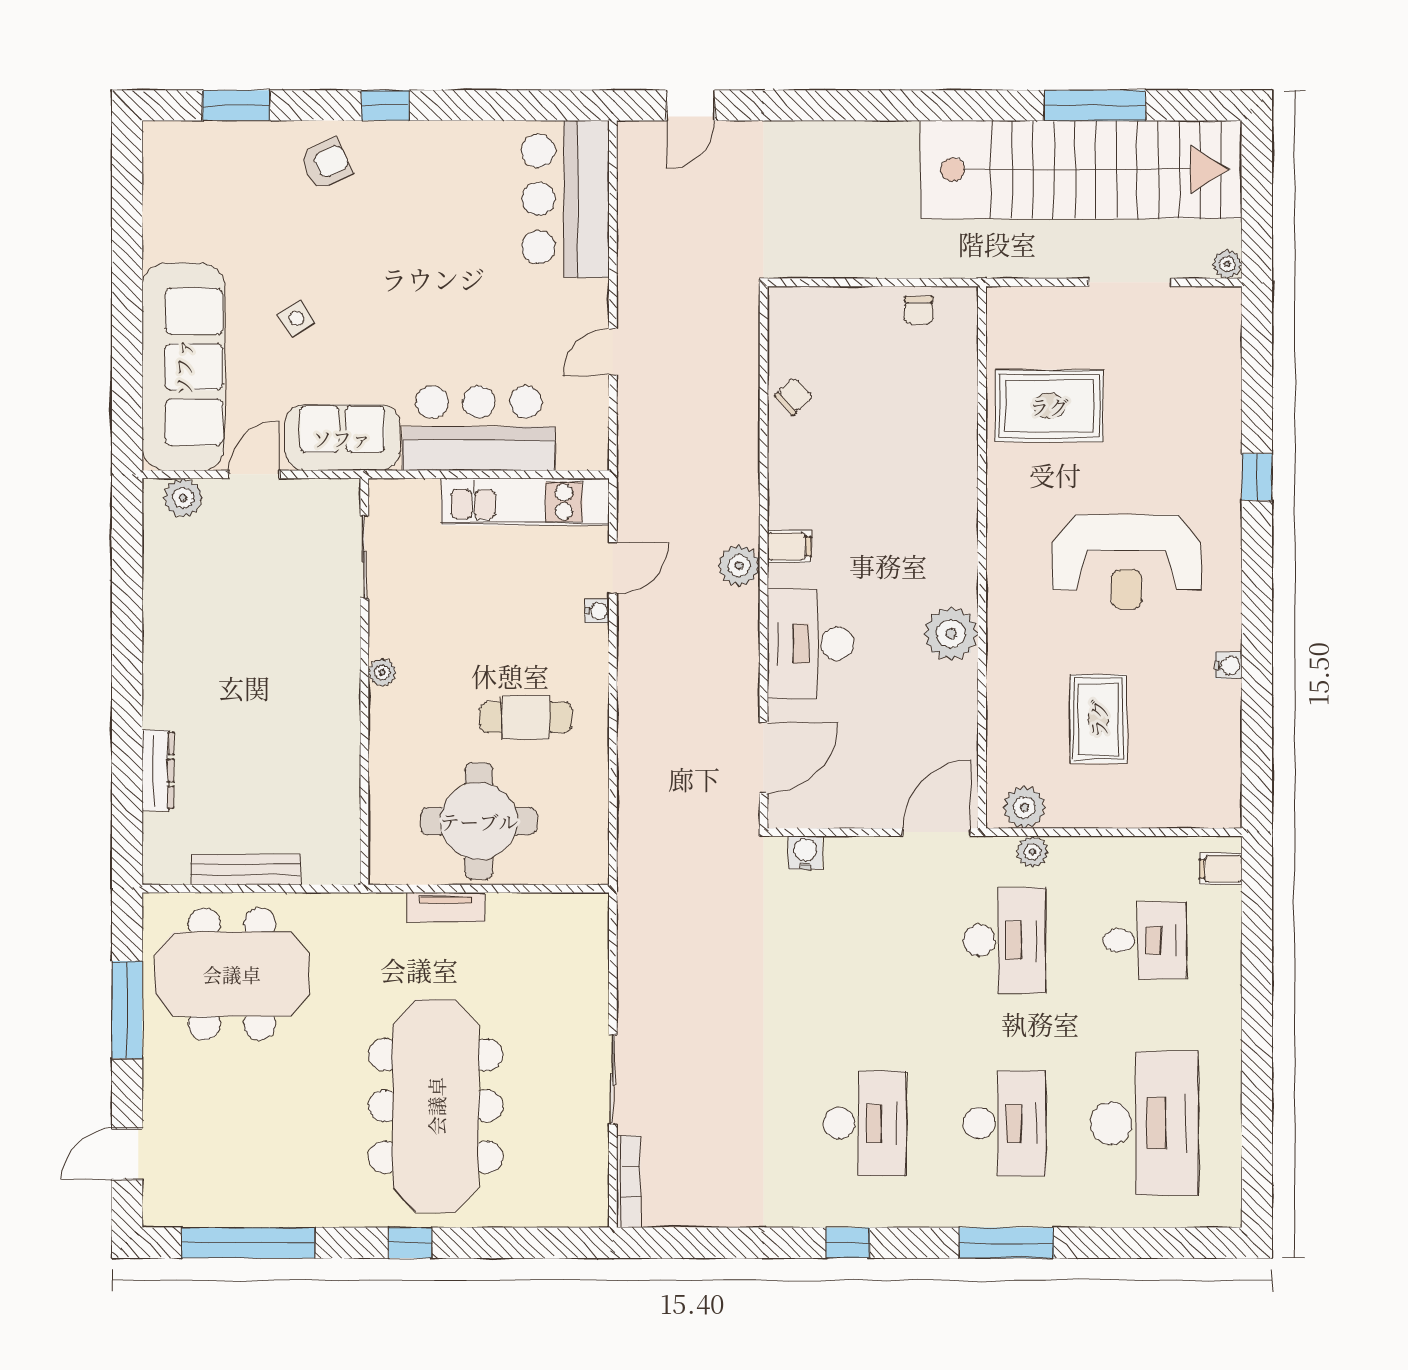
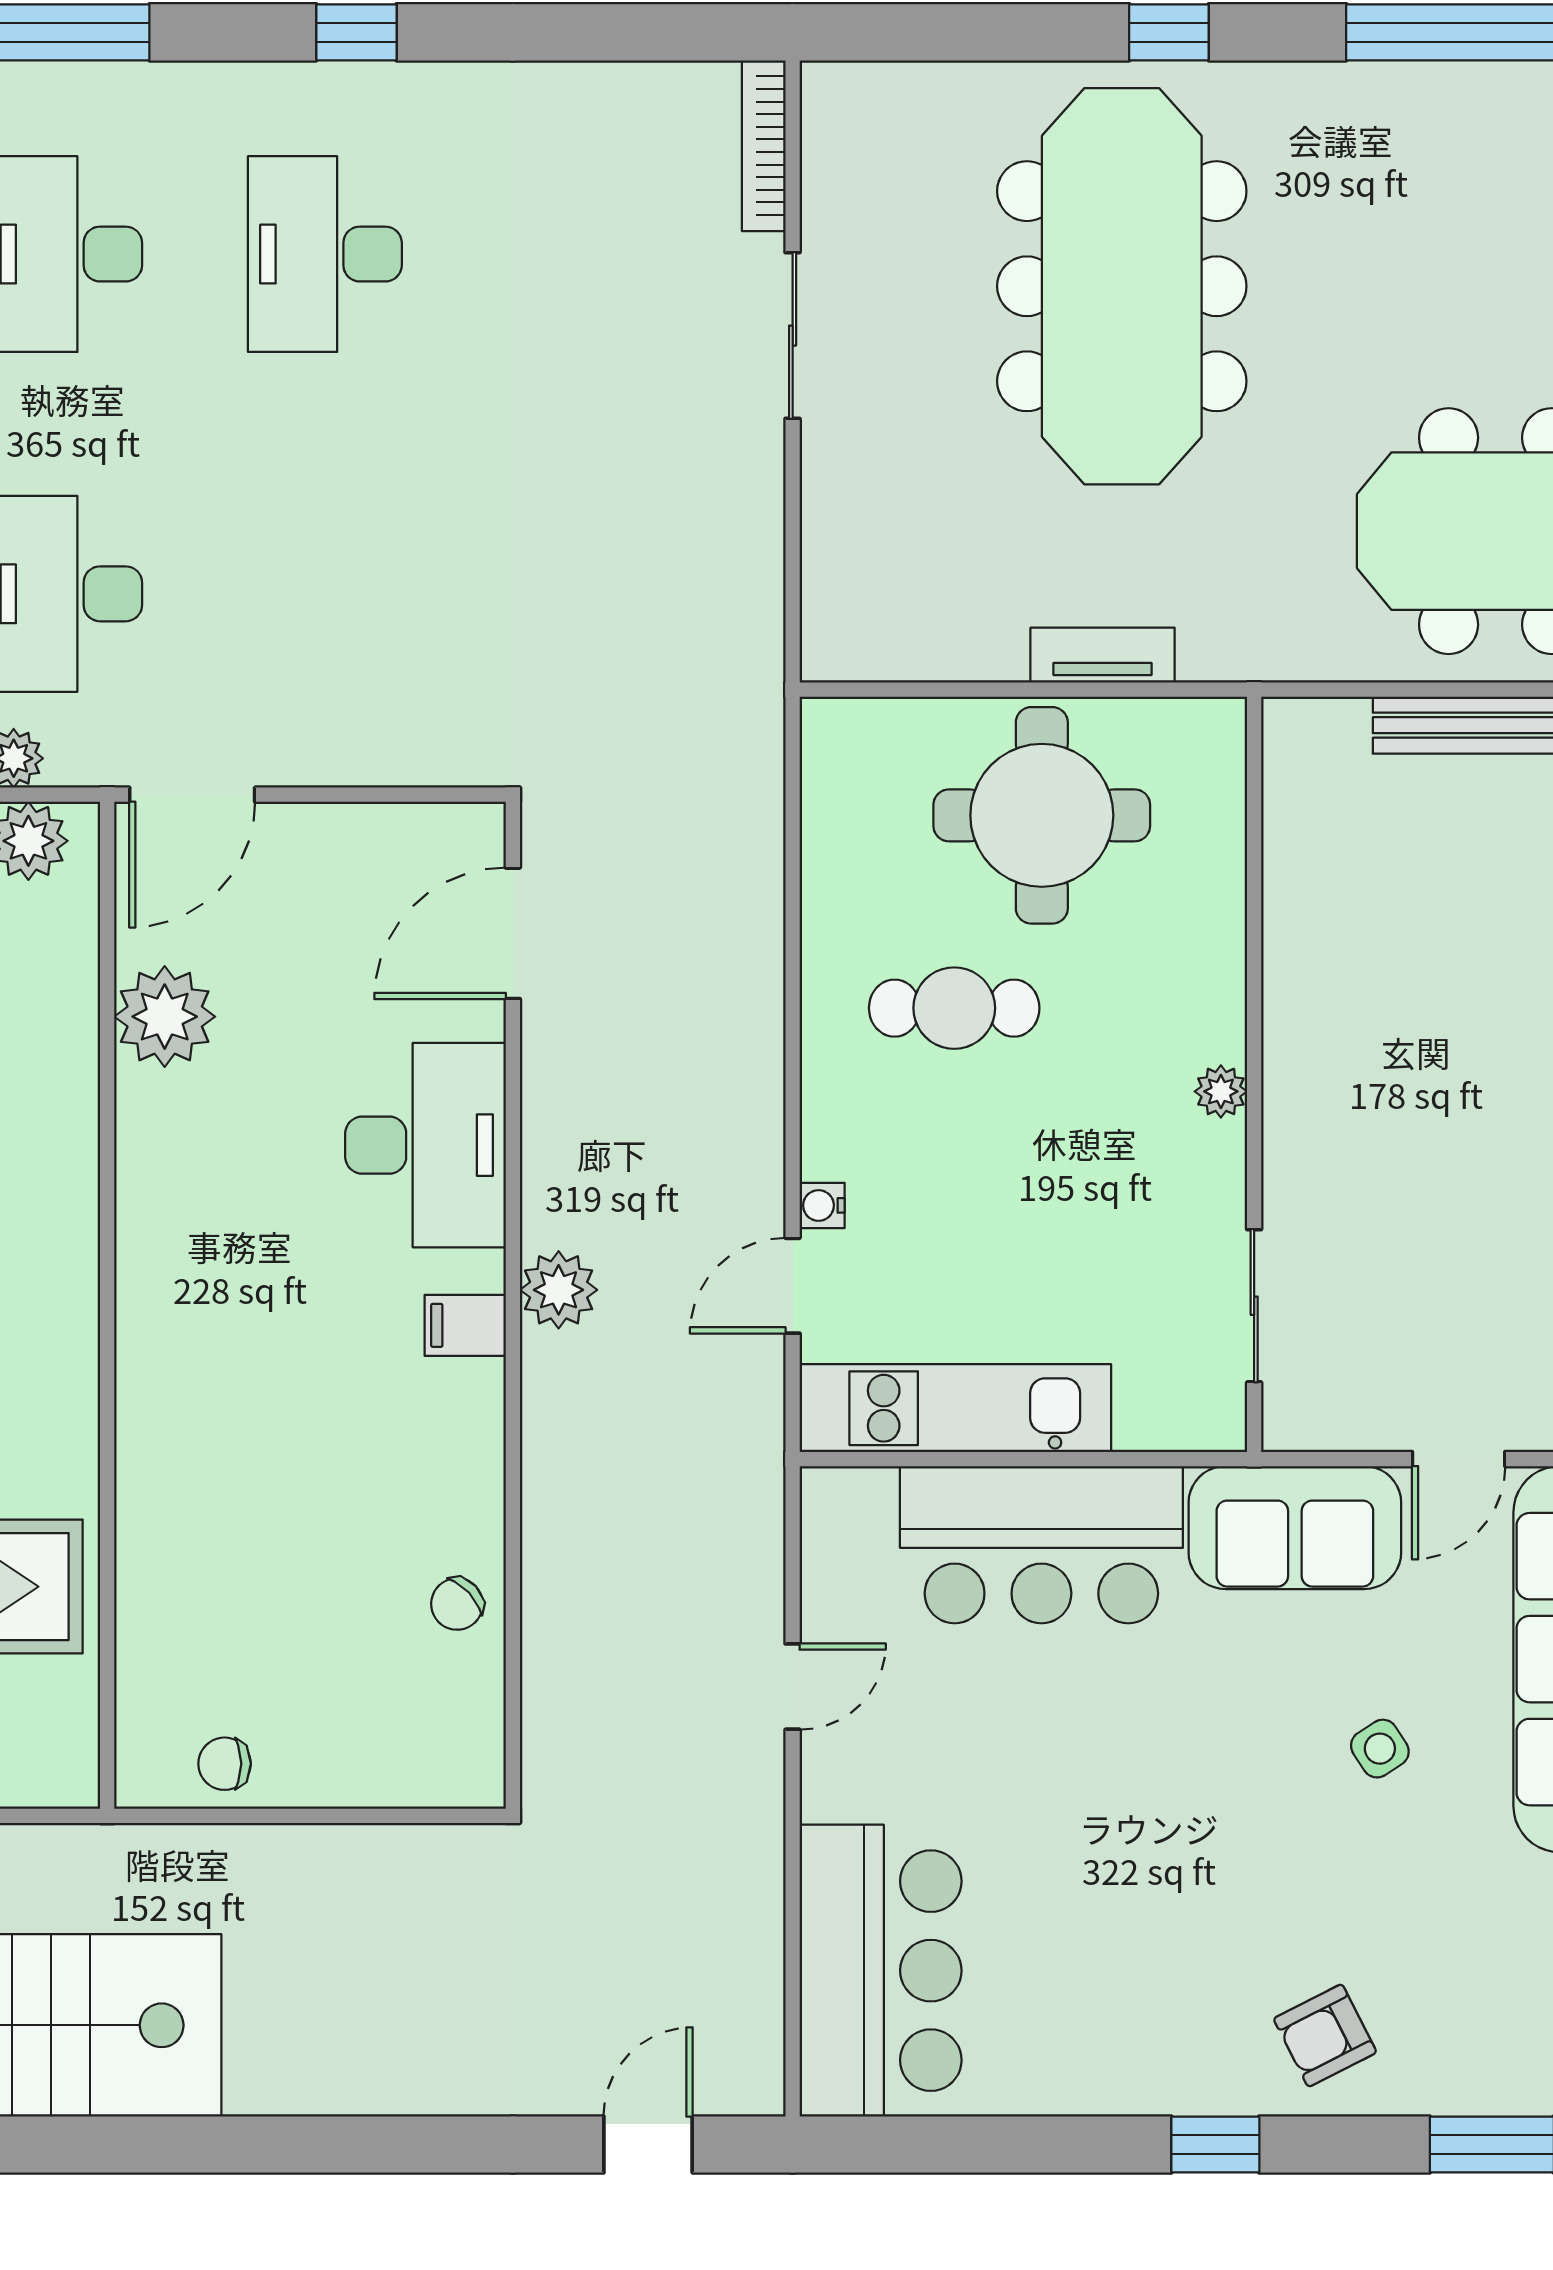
chair: (919, 310) -> (225, 1764), turned -90
plant: (951, 634) -> (165, 1017), moved
water cooler: (805, 853) -> (435, 757), removed

